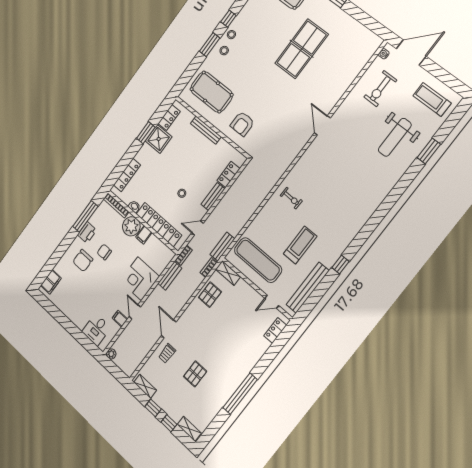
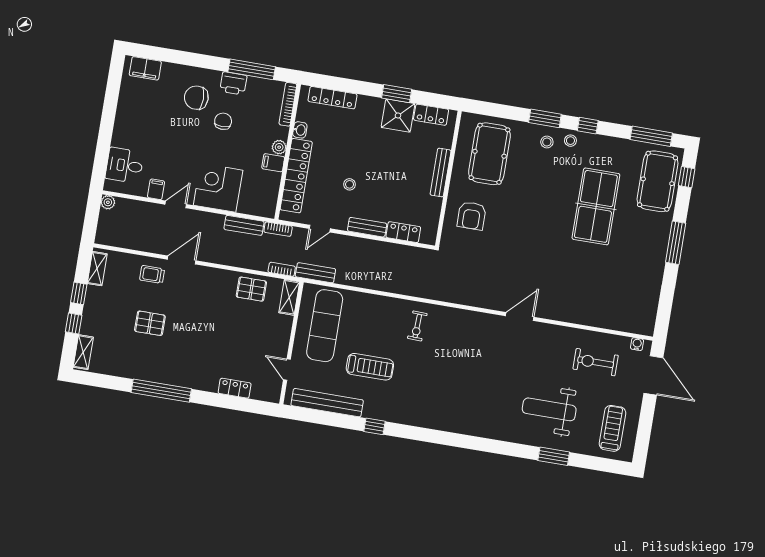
table tennis table: (302, 49) -> (596, 206), moved, turned 90
armchair: (242, 124) -> (472, 216), turned -90
plant: (131, 226) -> (279, 147), width x0.53, depth x0.53
door: (198, 228) -> (320, 229), swing flipped
locker: (275, 330) -> (235, 388), moved

